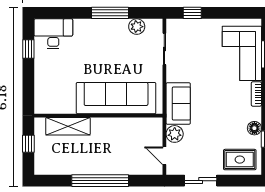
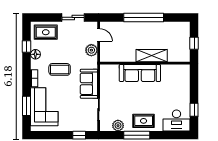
rug: (100, 33) -> (144, 121), added
sofa: (116, 98) -> (140, 73), width x0.74, depth x0.79
sofa: (178, 103) -> (89, 84), moved
coffee table: (220, 107) -> (60, 69), added
shelving: (68, 126) -> (152, 56), moved

